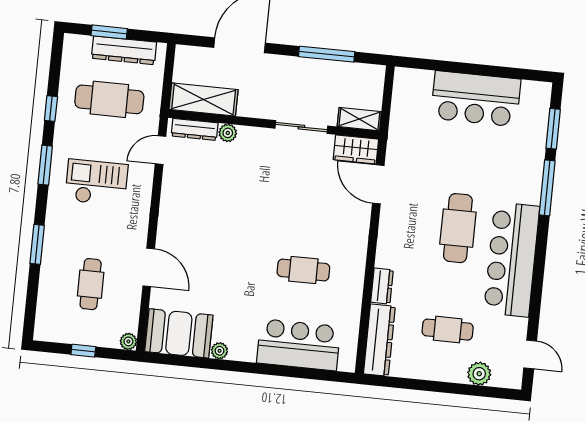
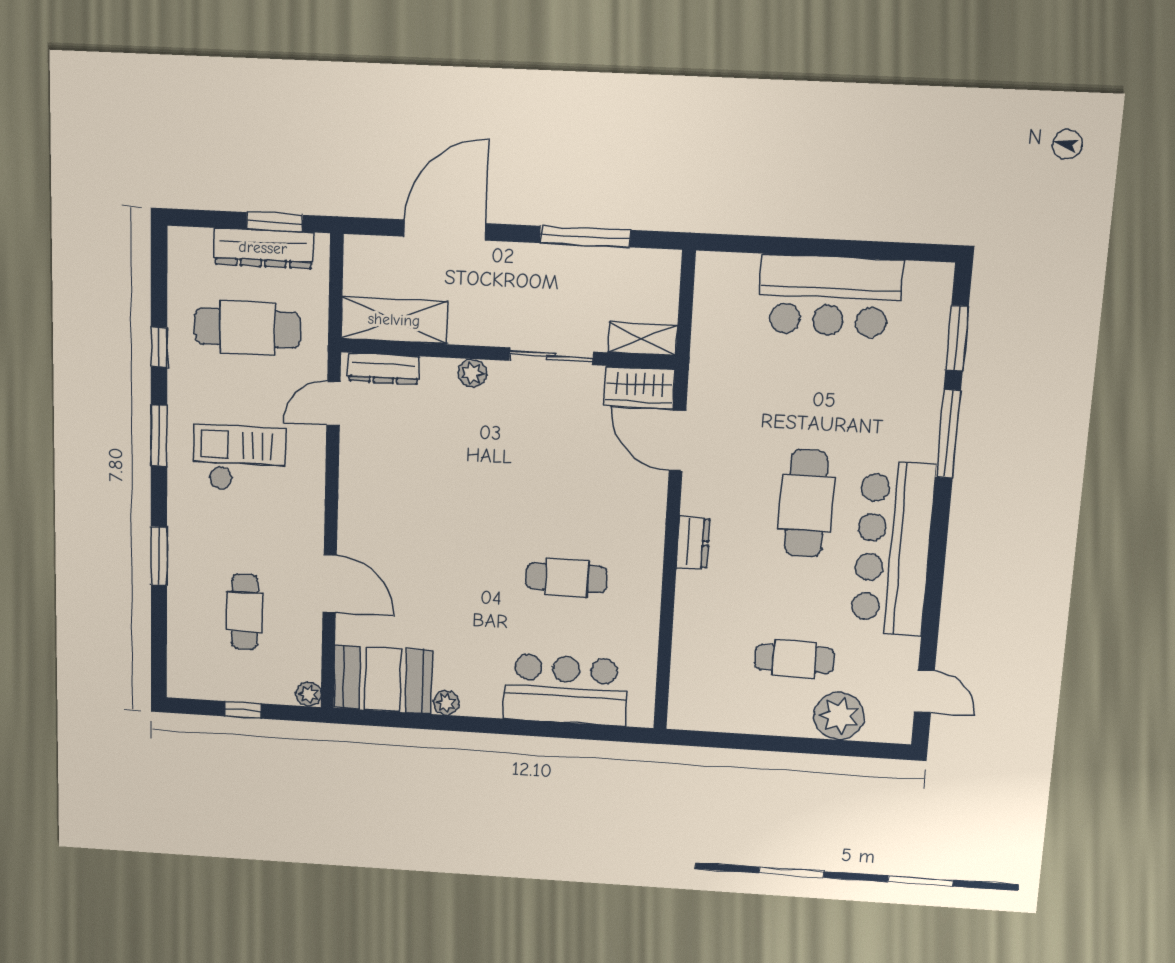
window: (109, 32) -> (275, 222), moved
plant: (228, 133) -> (472, 373), moved
dresser: (382, 286) -> (693, 543), moved
dresser: (379, 340) -> (689, 678), removed
plant: (479, 374) -> (839, 716), width x1.36, depth x1.36

